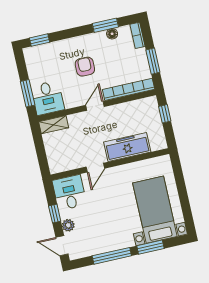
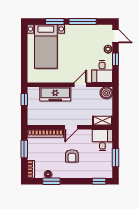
window: (28, 93) -> (115, 158), moved
window: (165, 114) -> (24, 100), moved
boiler: (57, 164) -> (106, 93), added

